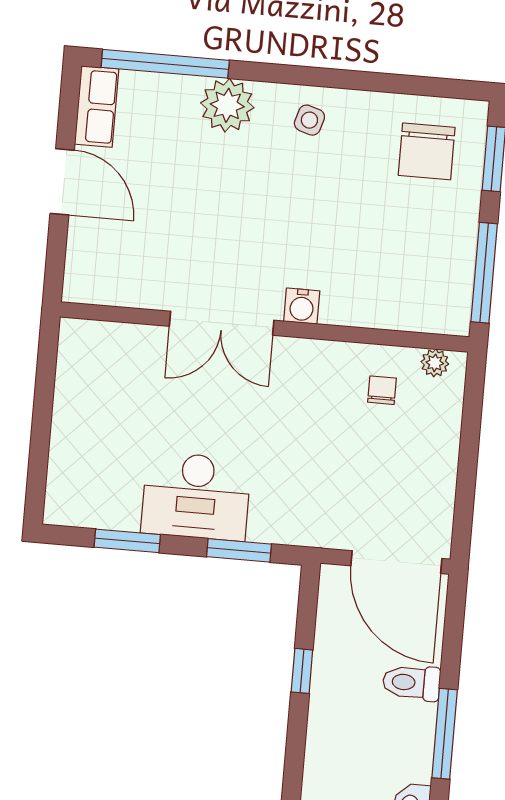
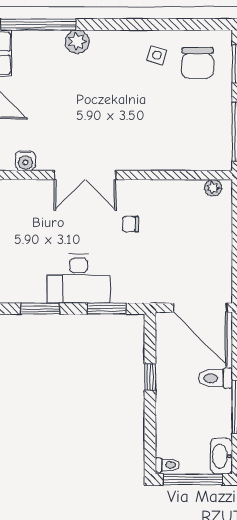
plant: (227, 105) -> (77, 42), width x0.73, depth x0.73
side table: (309, 120) -> (157, 55), moved
water cooler: (302, 306) -> (25, 161), moved
chair: (382, 390) -> (130, 224), moved, turned -90

